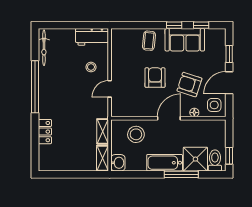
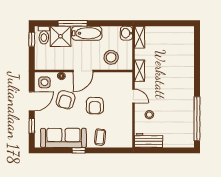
window: (201, 25) -> (56, 150), removed
sofa: (185, 40) -> (63, 138), width x1.36
bicycle: (44, 48) -> (189, 131), removed
armchair: (189, 85) -> (66, 100), turned 87
window: (35, 87) -> (197, 119), moved
door: (110, 89) -> (134, 96), hinge flipped
shelving: (103, 131) -> (140, 71), moved
locker: (45, 132) -> (189, 60), removed

